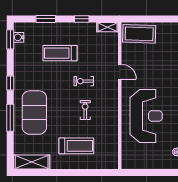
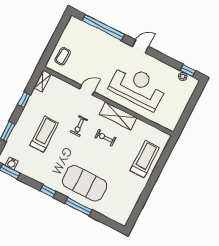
coffee table: (139, 34) -> (63, 56), width x0.54, depth x0.58
treadmill: (60, 53) -> (44, 134), turned 180
treadmill: (76, 146) -> (145, 159), moved
shelving: (32, 162) -> (118, 116), moved, turned 90

